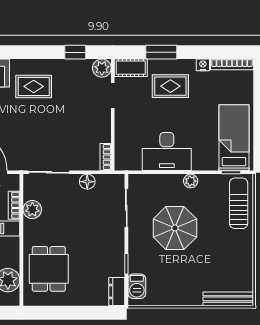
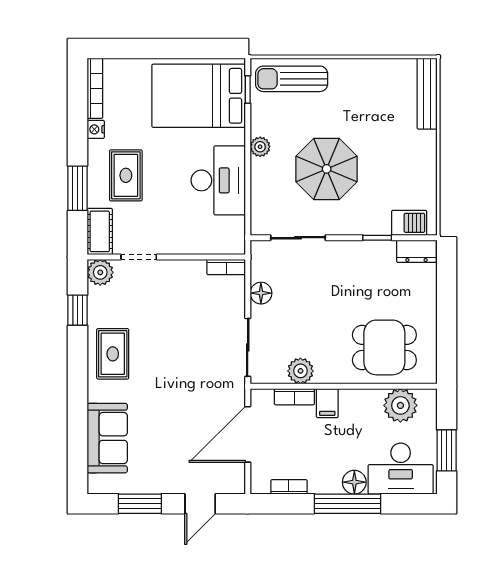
rug: (34, 86) -> (113, 354), moved
bed: (234, 138) -> (199, 96), width x1.50

